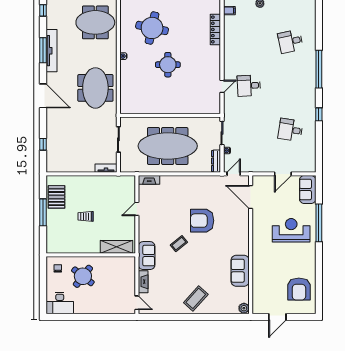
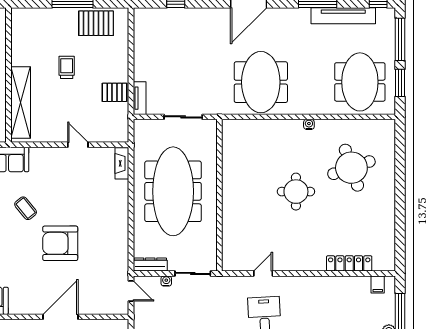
round table: (152, 28) -> (351, 168), turned -31
tv unit: (52, 51) -> (343, 16), moved
door: (222, 86) -> (263, 273), swing flipped
meeting table: (95, 88) -> (261, 82), turned 90
pallet: (102, 185) -> (115, 92), added
door: (251, 197) -> (61, 317), moved
armchair: (202, 221) -> (60, 243), turned -90
shelving: (116, 247) -> (21, 102), width x1.47

